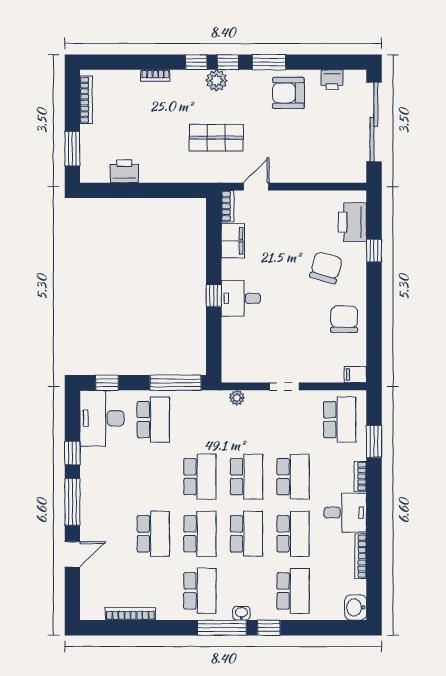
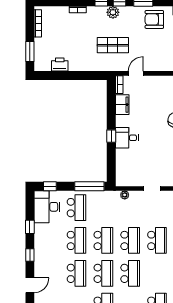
window: (72, 502) -> (30, 255), width x0.46
school desk: (293, 534) -> (76, 240), moved

